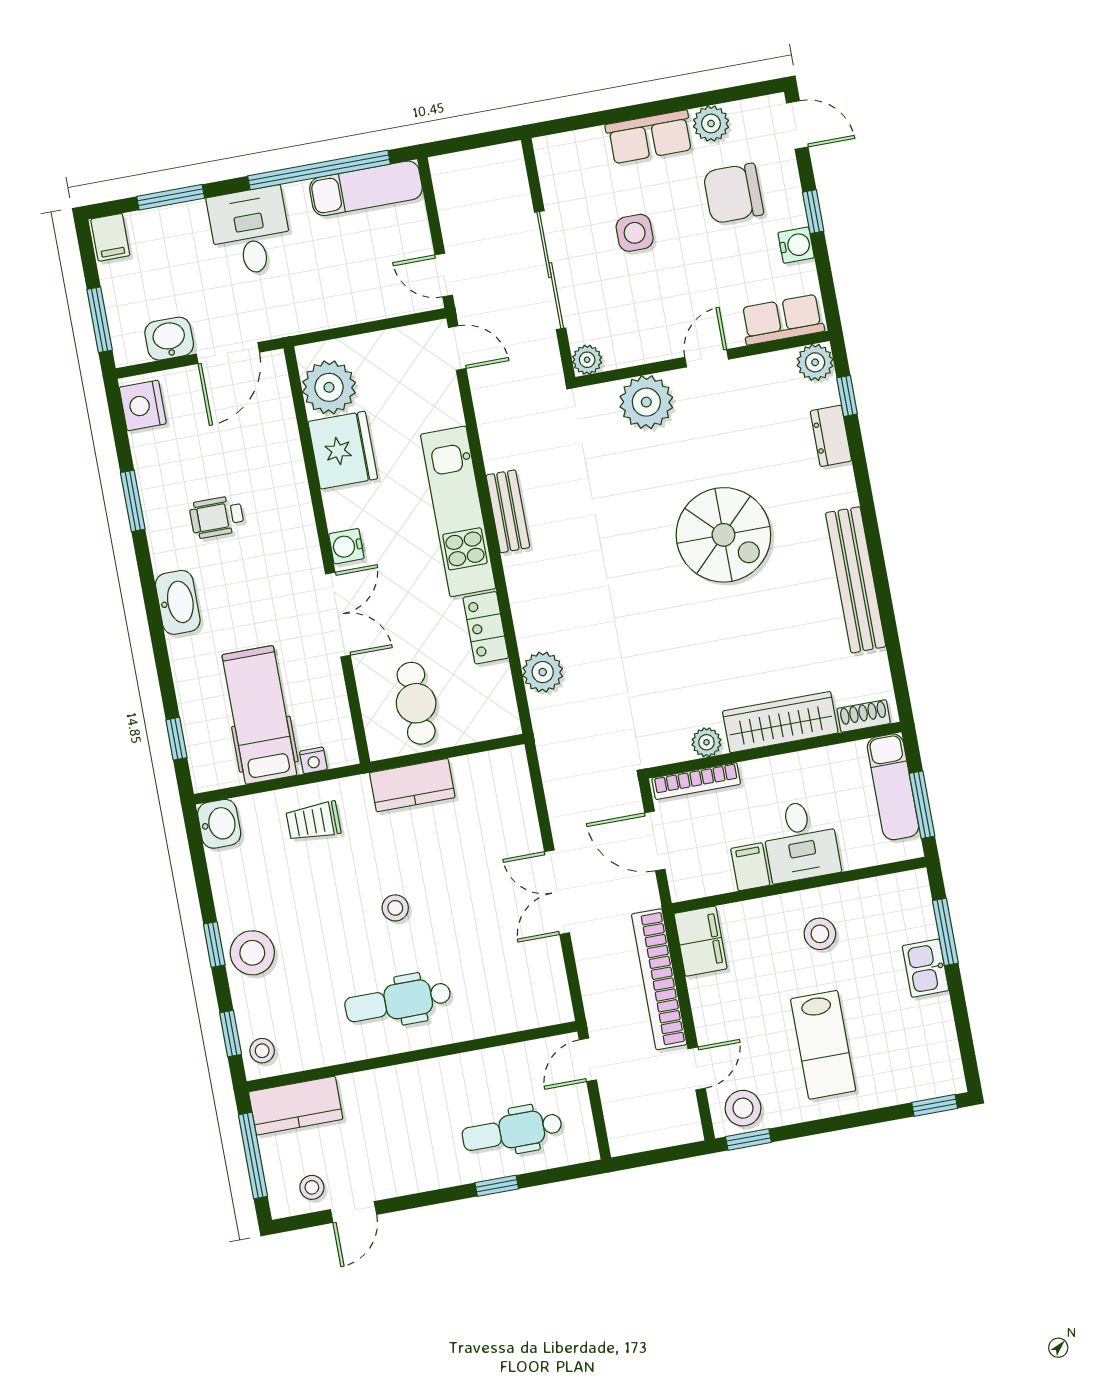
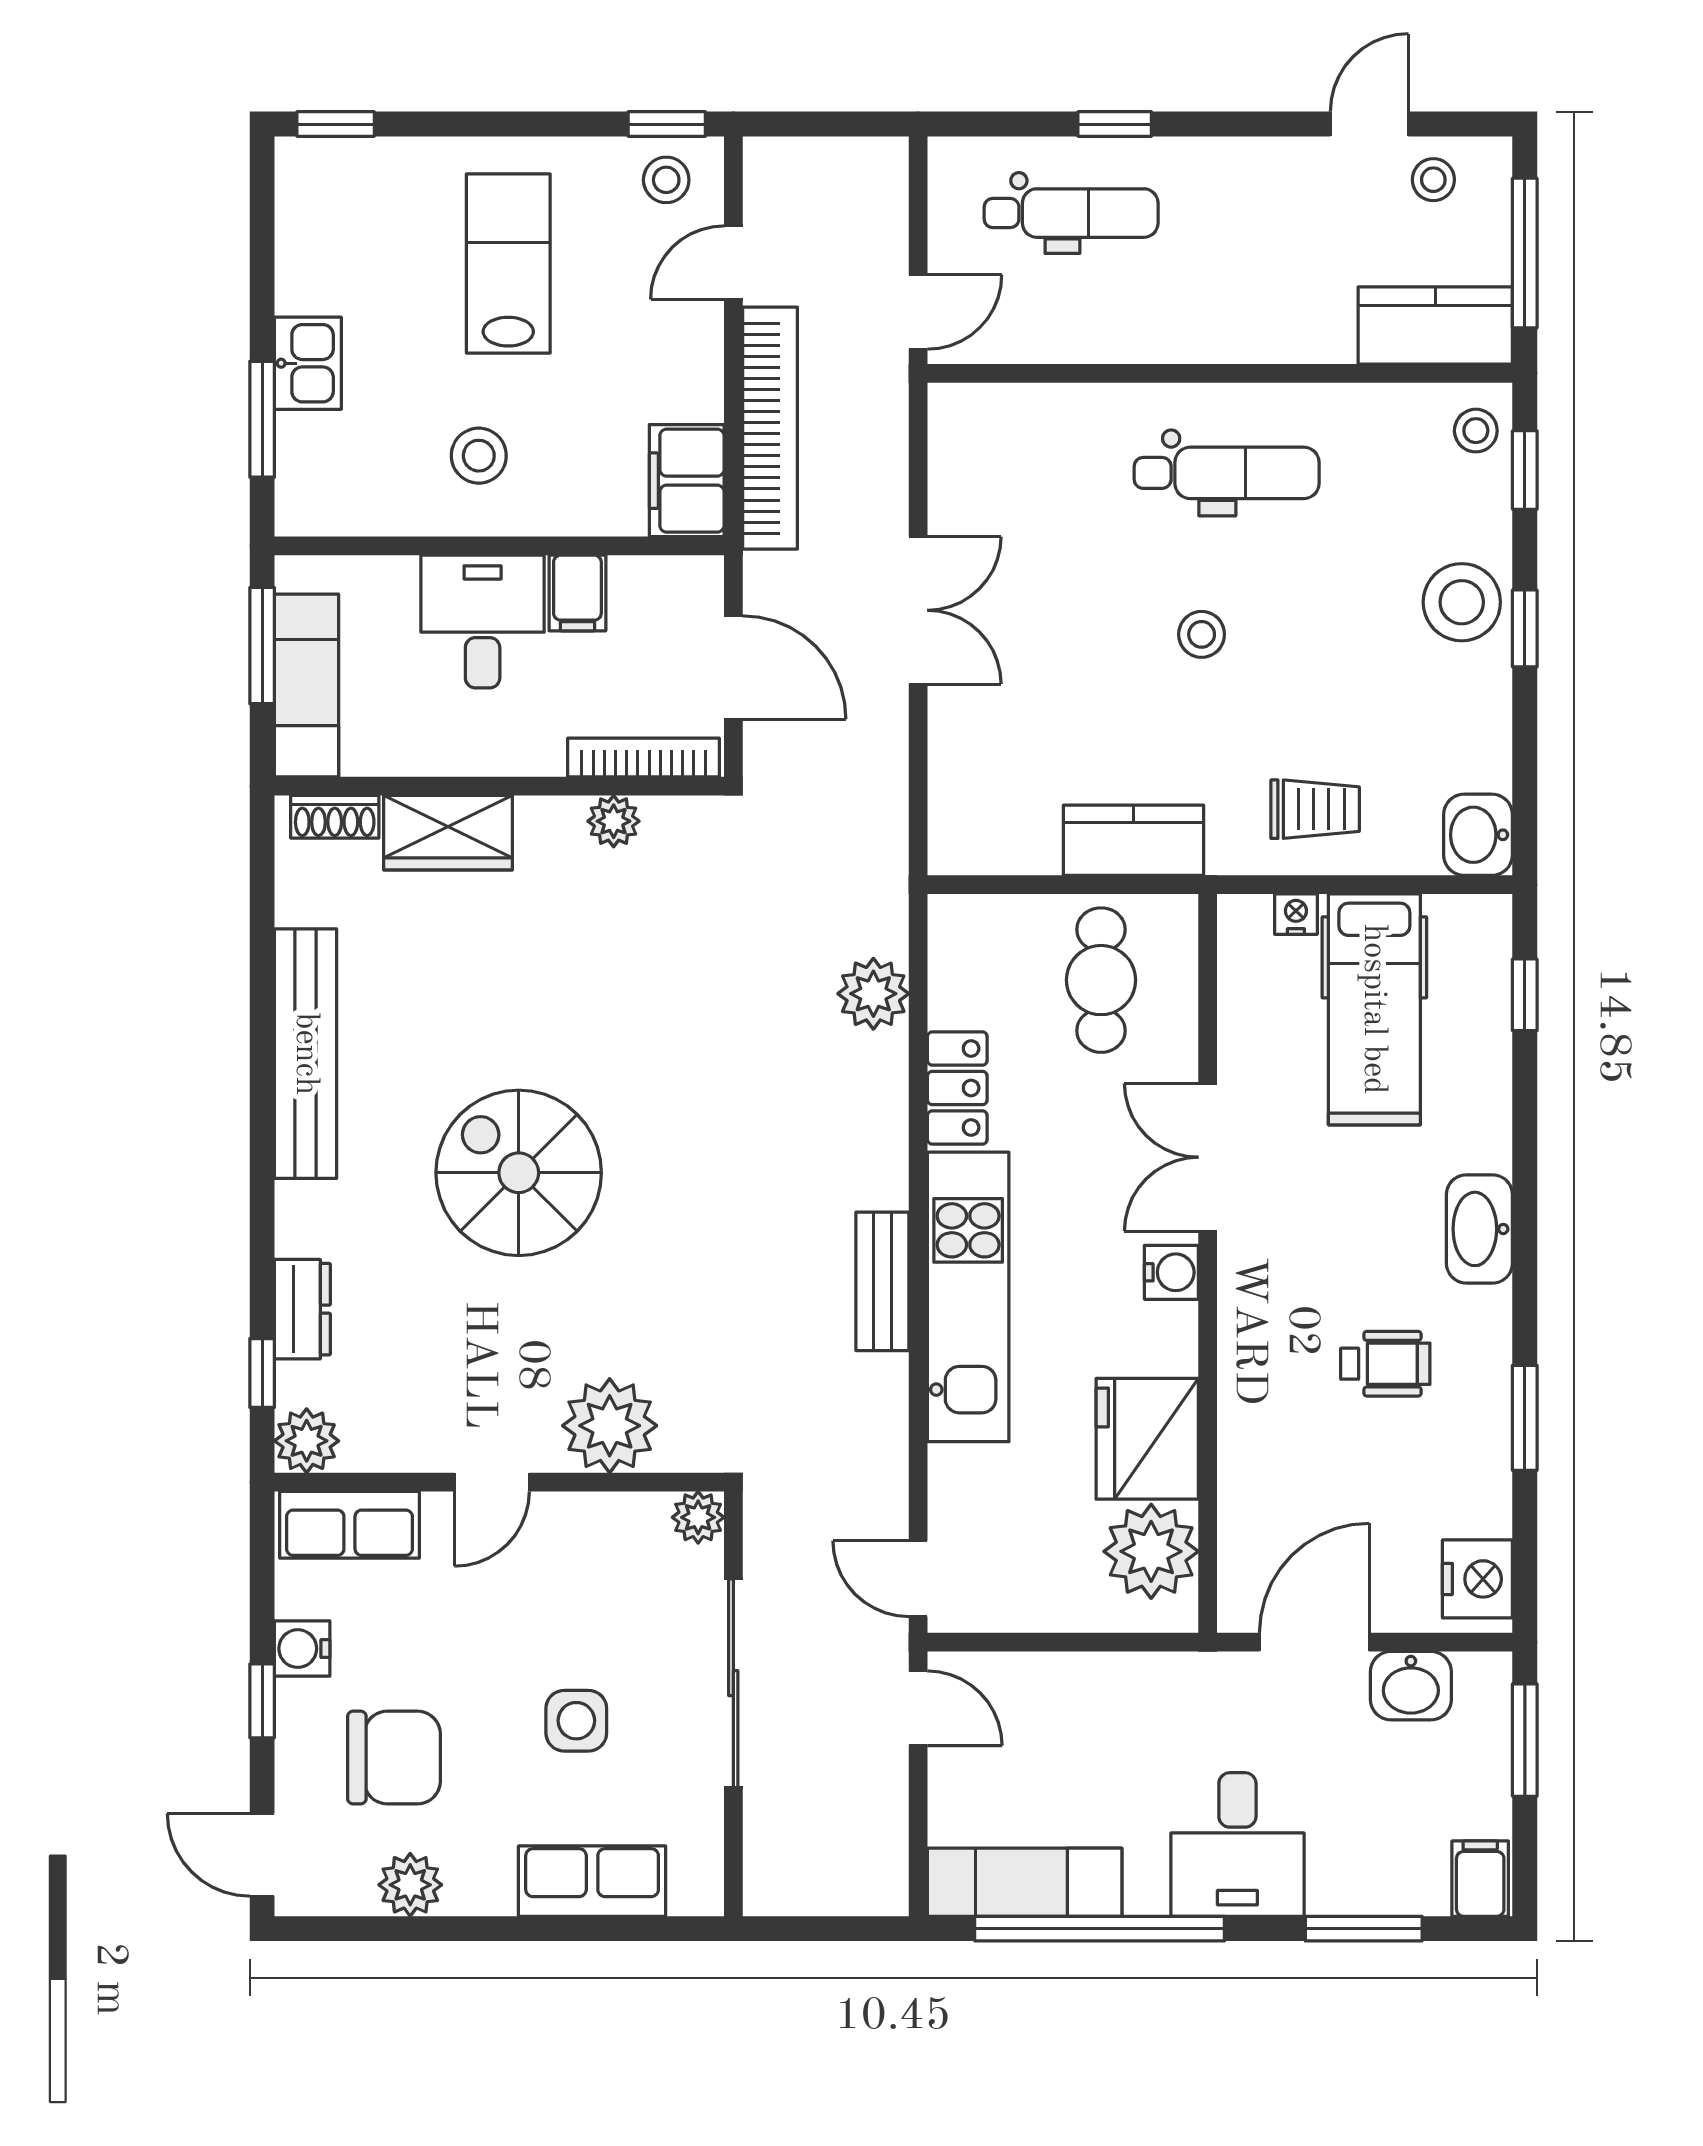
row of seats: (650, 137) -> (592, 1881), moved
wardrobe: (780, 722) -> (448, 833), width x0.67
stool: (743, 1108) -> (666, 180), width x0.73, depth x0.73

